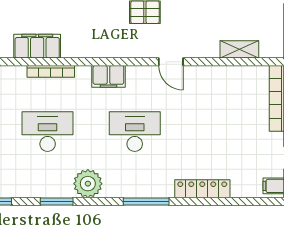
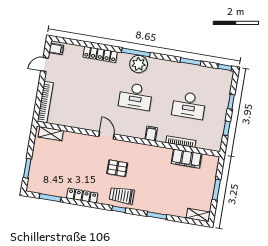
shelving: (239, 49) -> (51, 134), moved
filing cabinet: (108, 76) -> (151, 134), width x0.50
plant: (88, 184) -> (139, 64), moved

